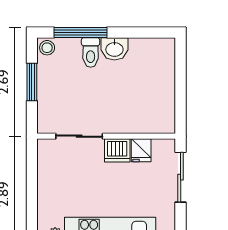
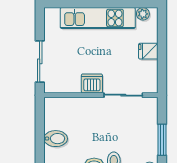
bidet: (161, 83) -> (56, 139), added
fridge: (141, 150) -> (148, 51), moved, turned -90

